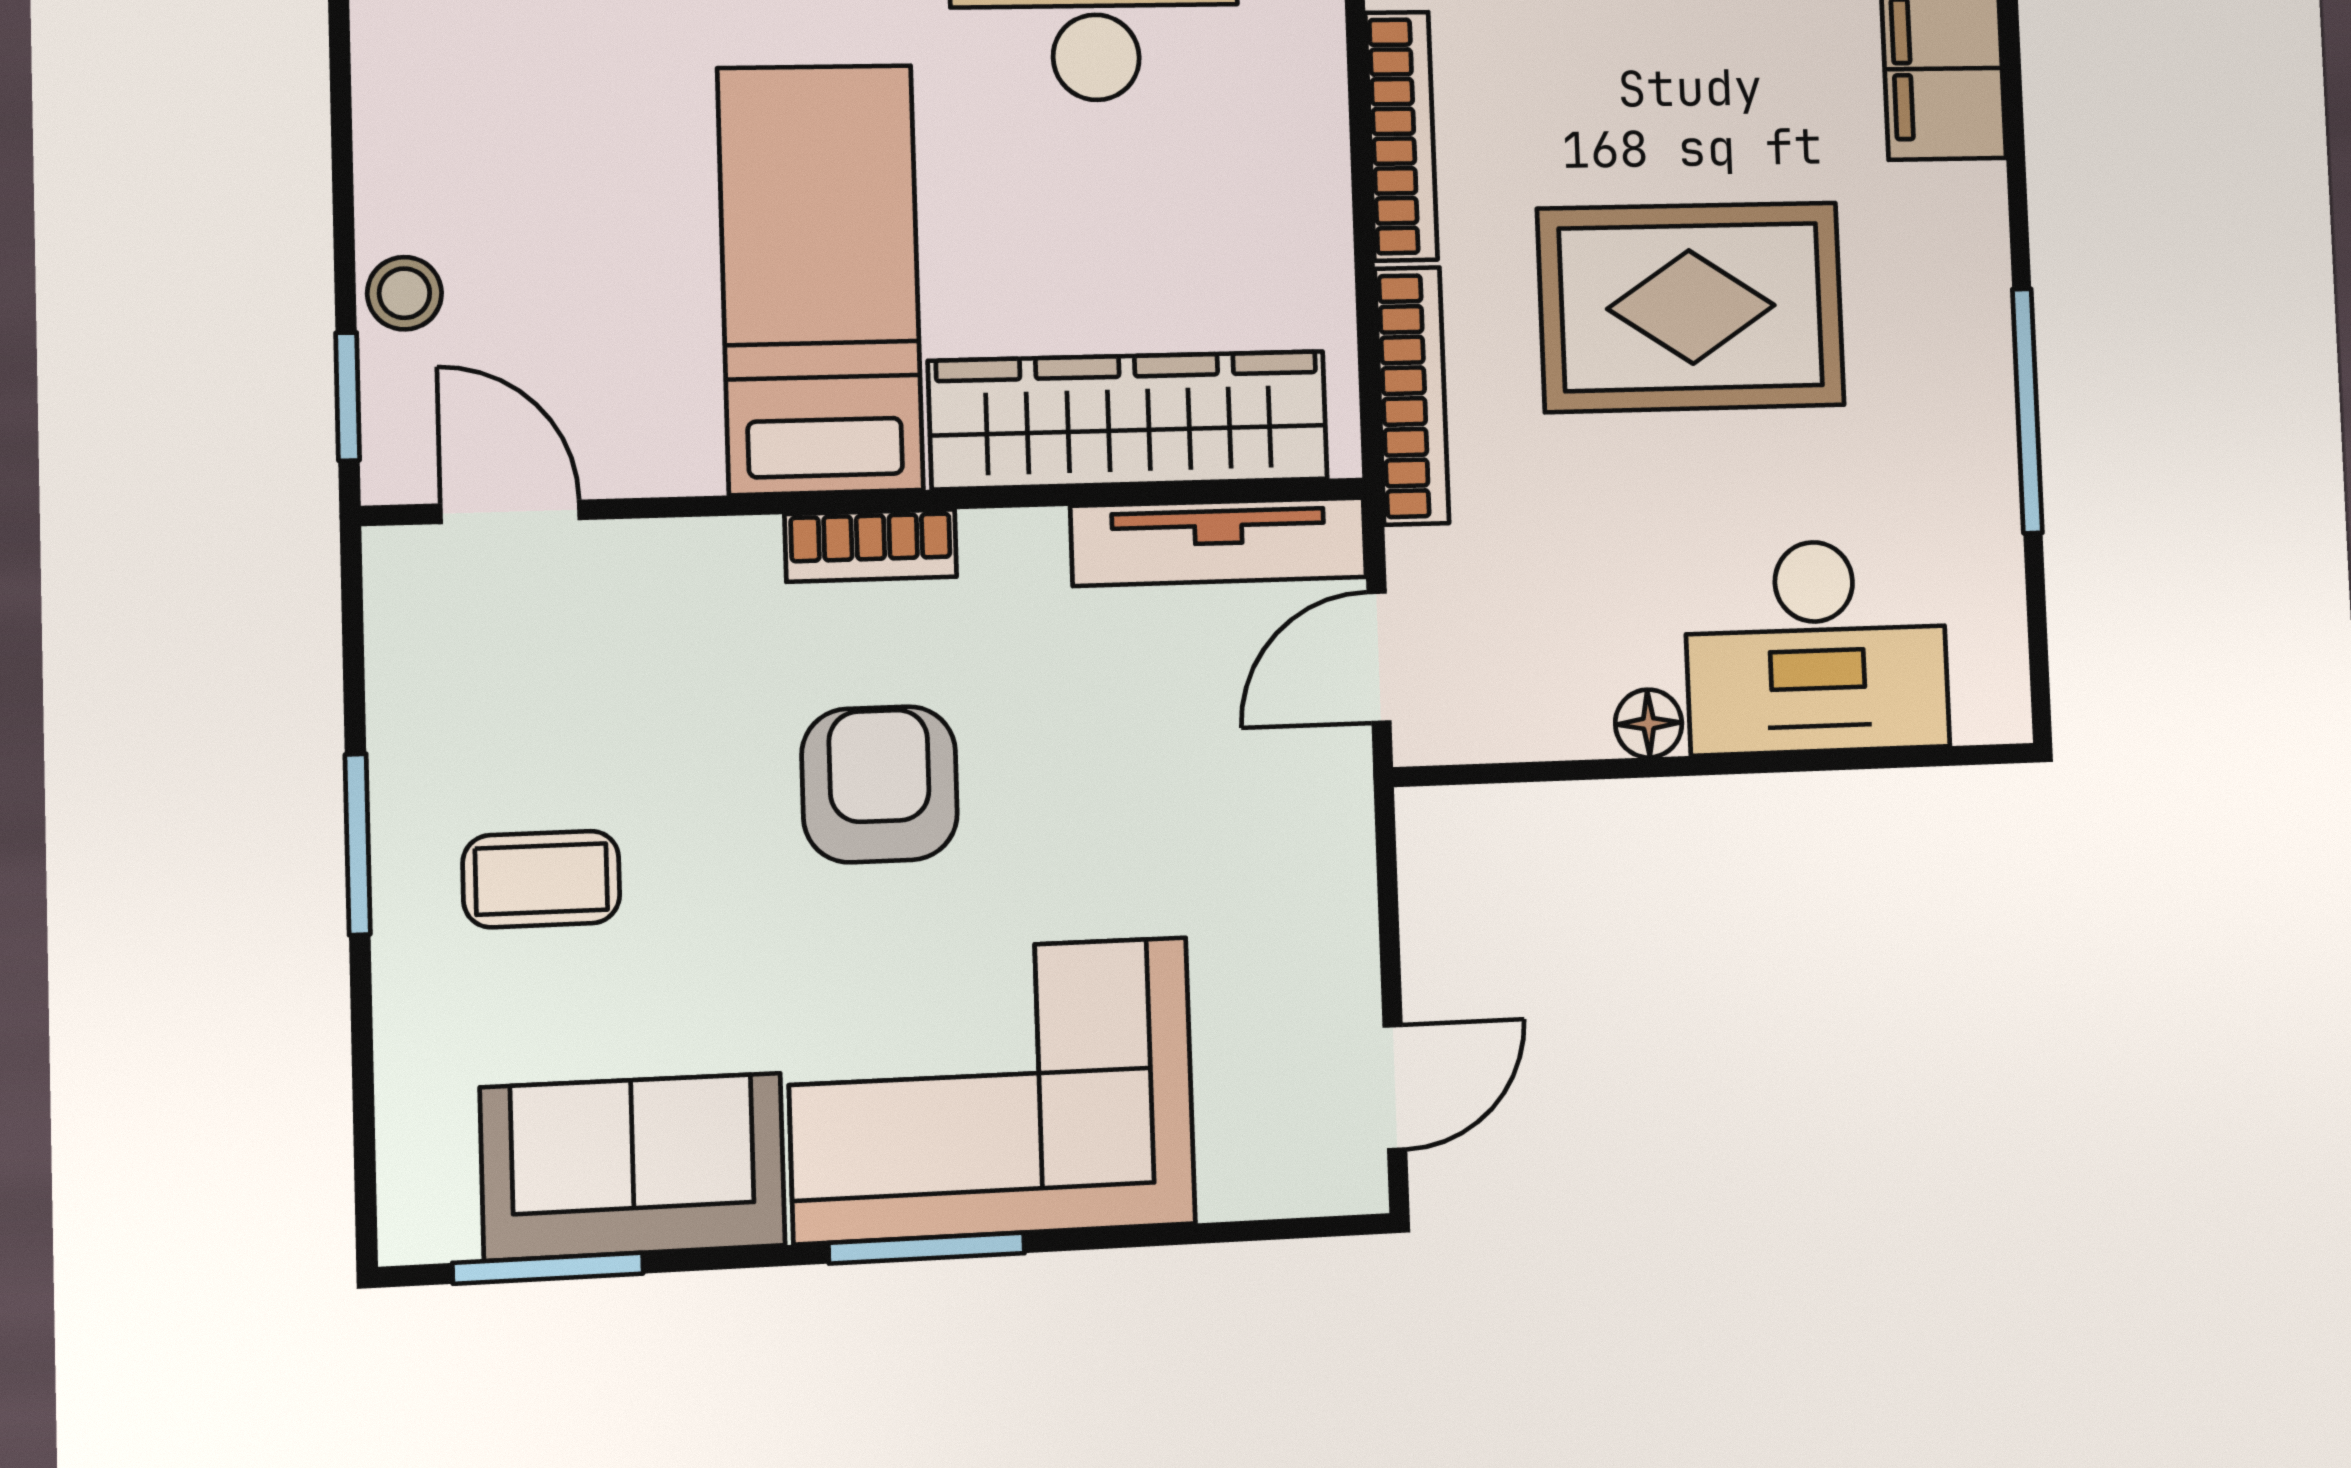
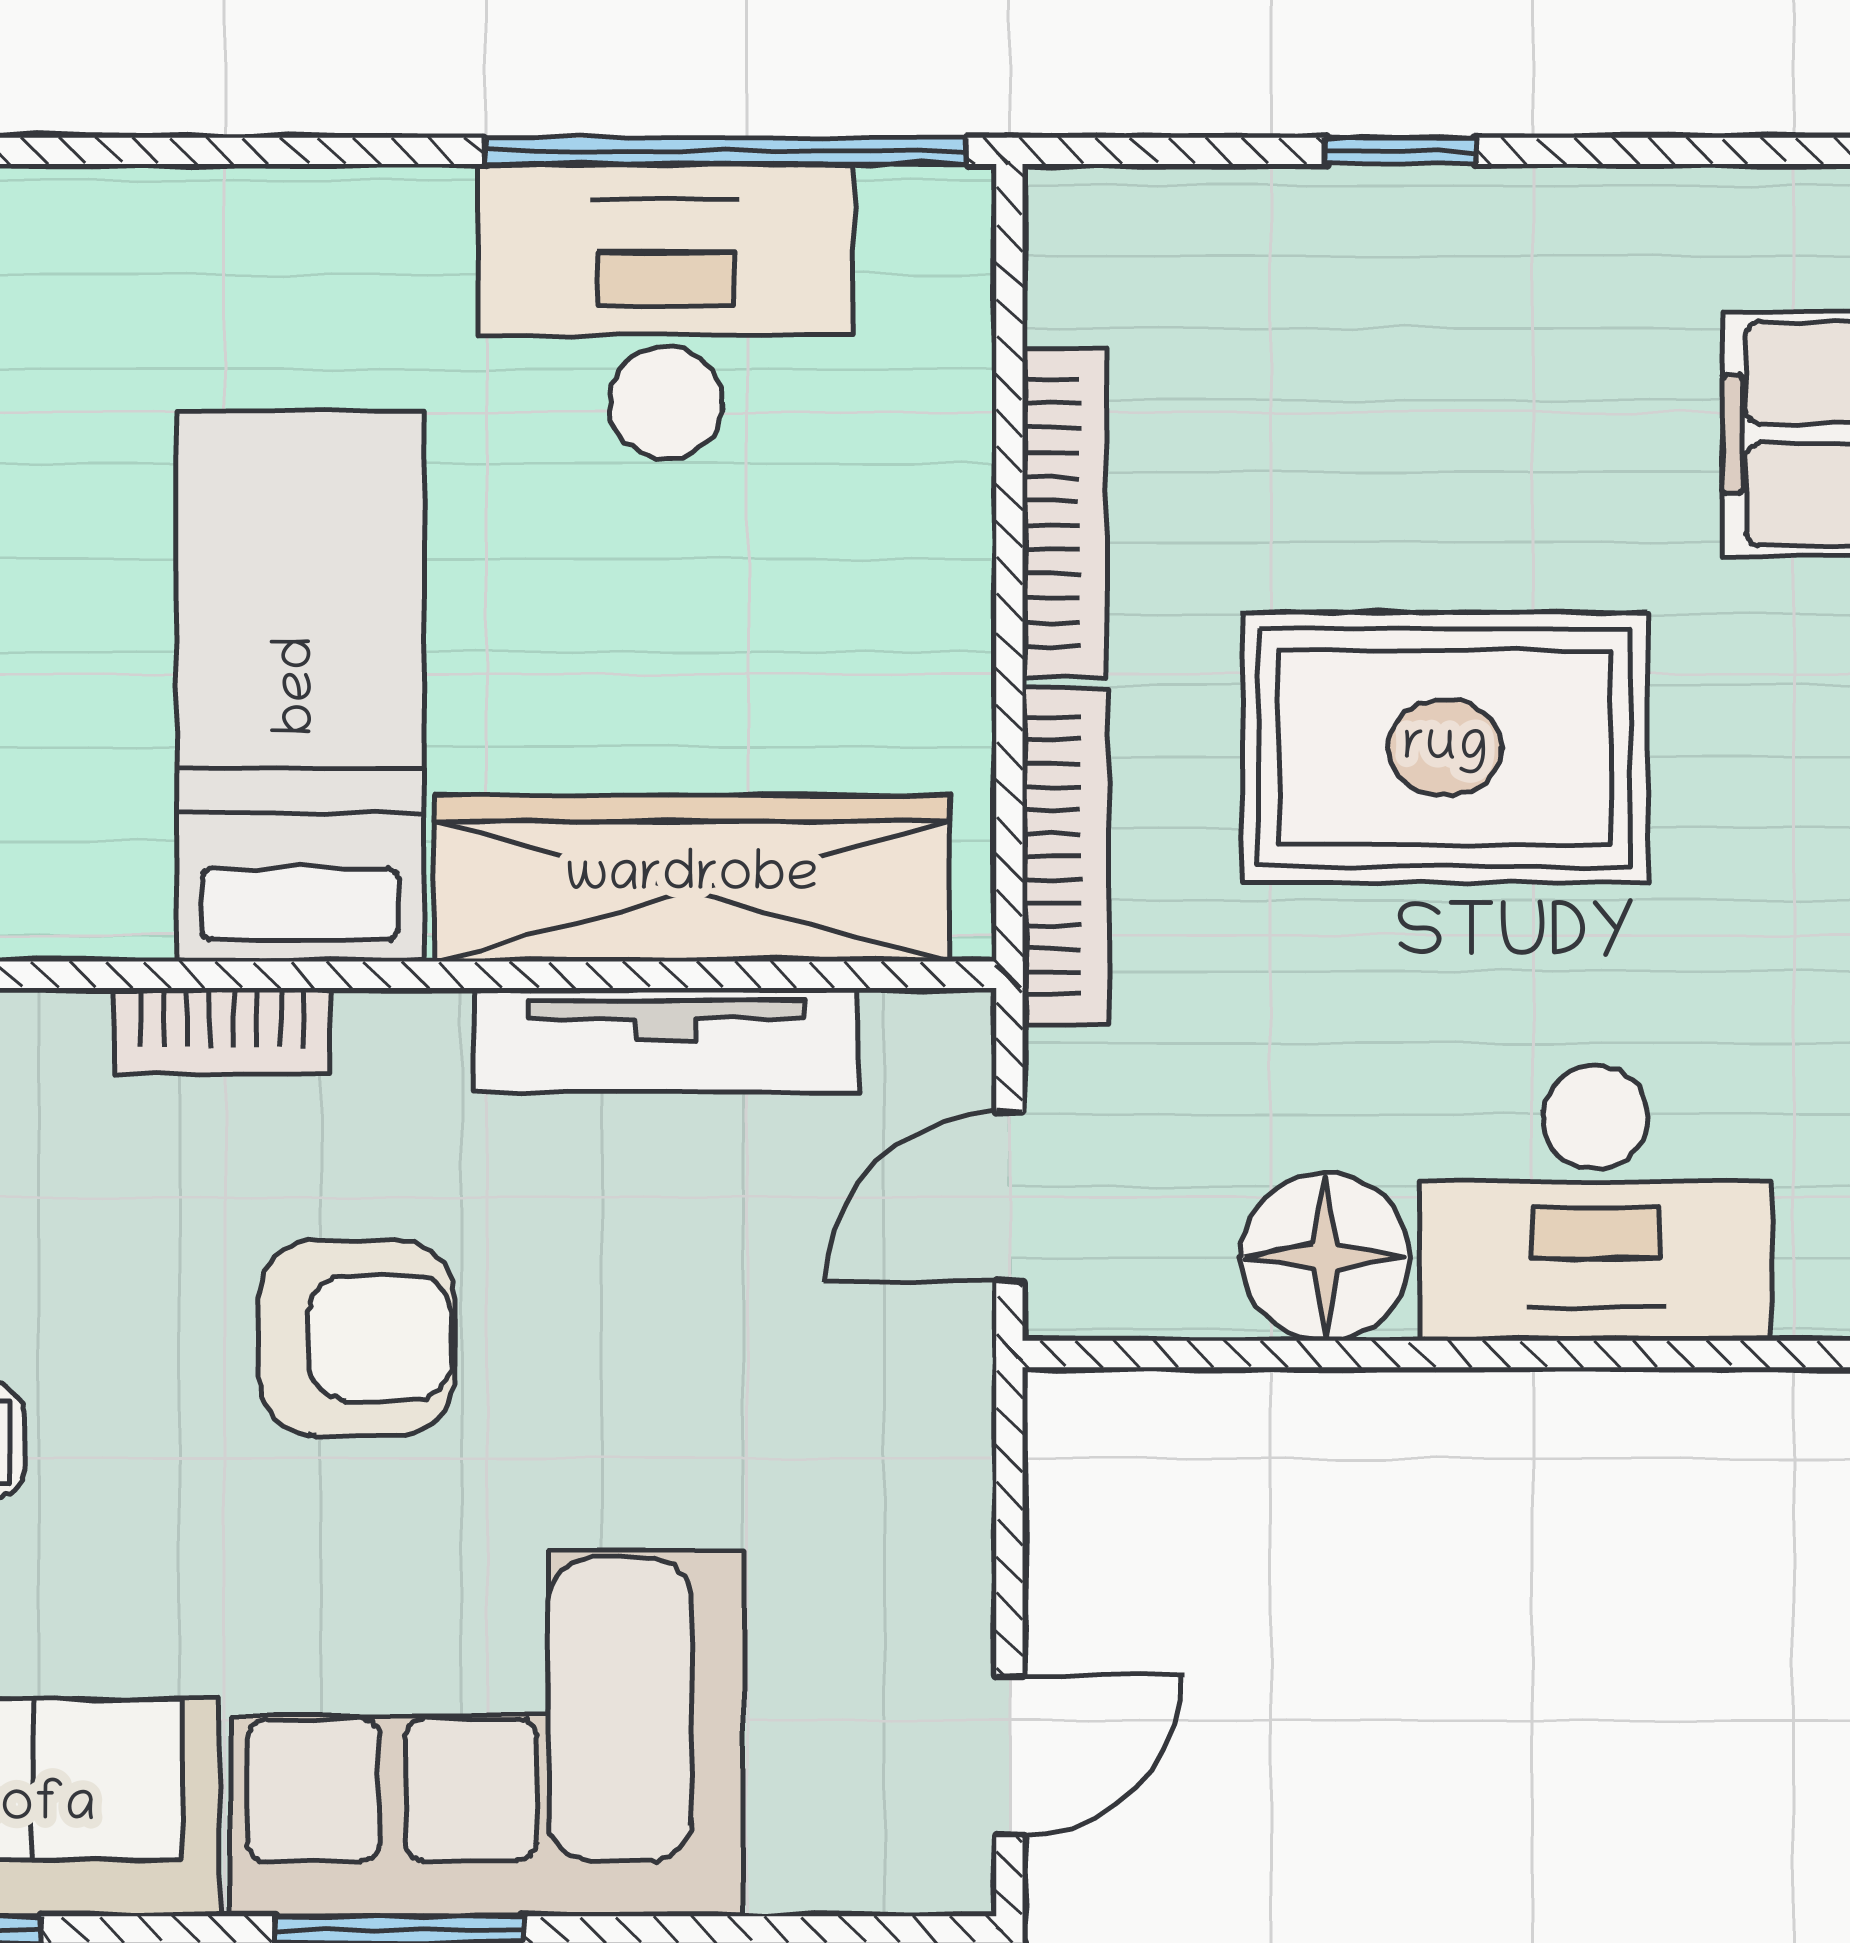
tv unit: (1219, 542) -> (666, 1040), moved
bookcase: (871, 545) -> (222, 1031), moved
floor lamp: (1649, 724) -> (1325, 1257), width x1.89, depth x1.89
armchair: (880, 784) -> (357, 1338), turned 90

